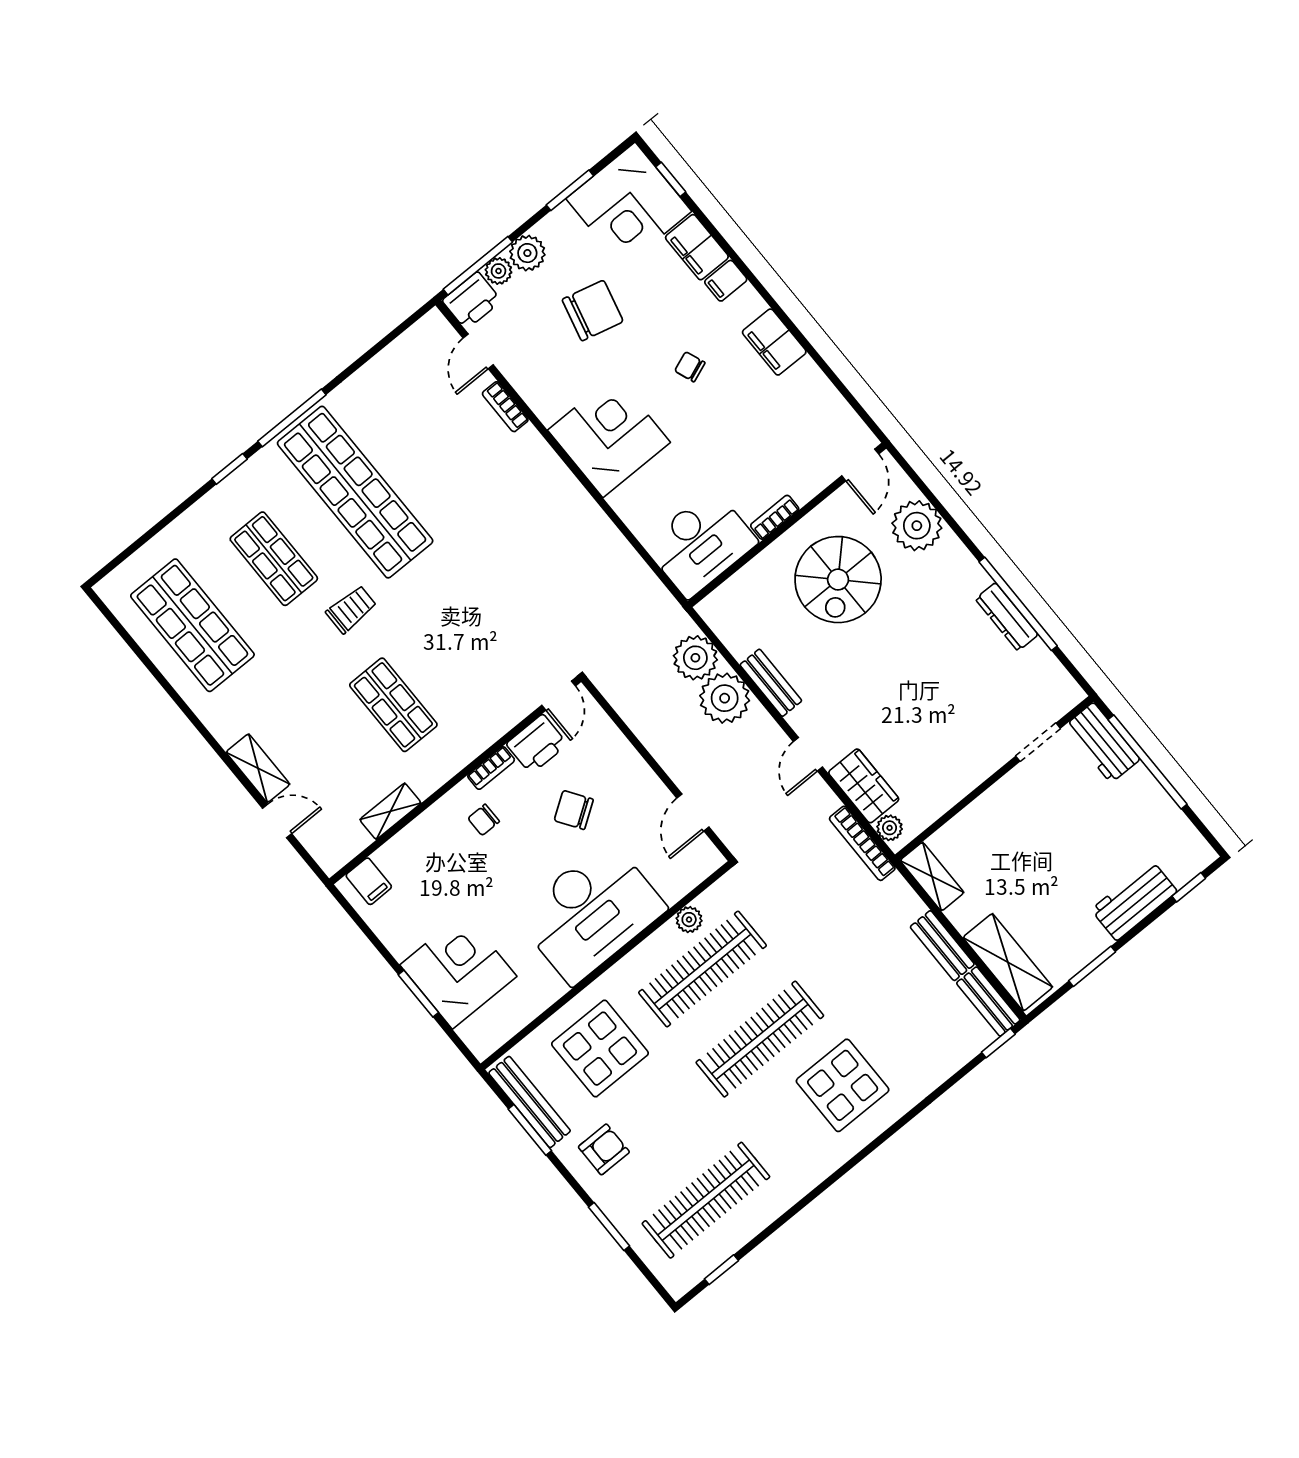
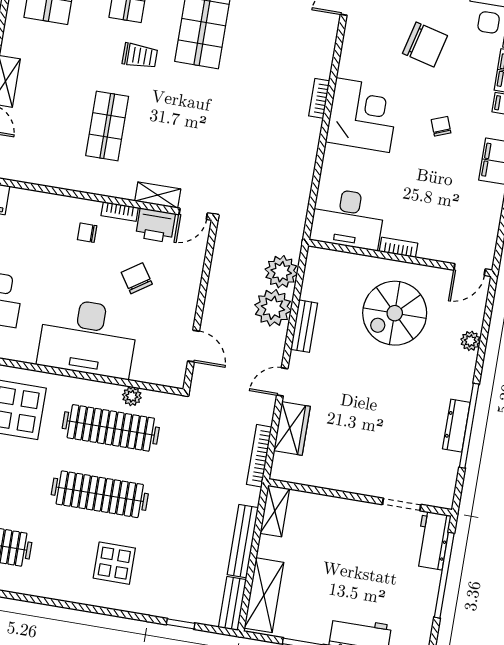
bookcase: (505, 407) -> (319, 98), moved
plant: (917, 526) -> (470, 341), width x0.53, depth x0.53
shelving: (390, 811) -> (158, 195), moved
door: (693, 813) -> (194, 346), swing flipped
plant: (890, 828) -> (281, 463), removed
bench: (942, 946) -> (243, 541), width x1.36
window: (998, 1043) -> (181, 624), moved
display table: (843, 1085) -> (114, 563), width x0.73, depth x0.73

